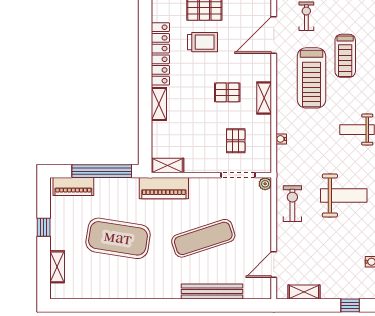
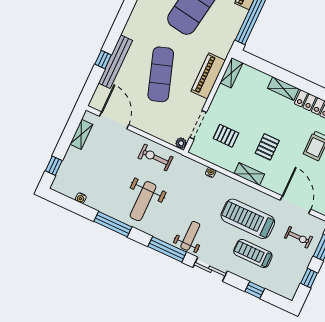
piano: (164, 188) -> (208, 76), moved
exercise bike: (292, 204) -> (155, 157), turned 180
door: (274, 264) -> (114, 120), width x1.36
window: (216, 305) -> (103, 60), added

